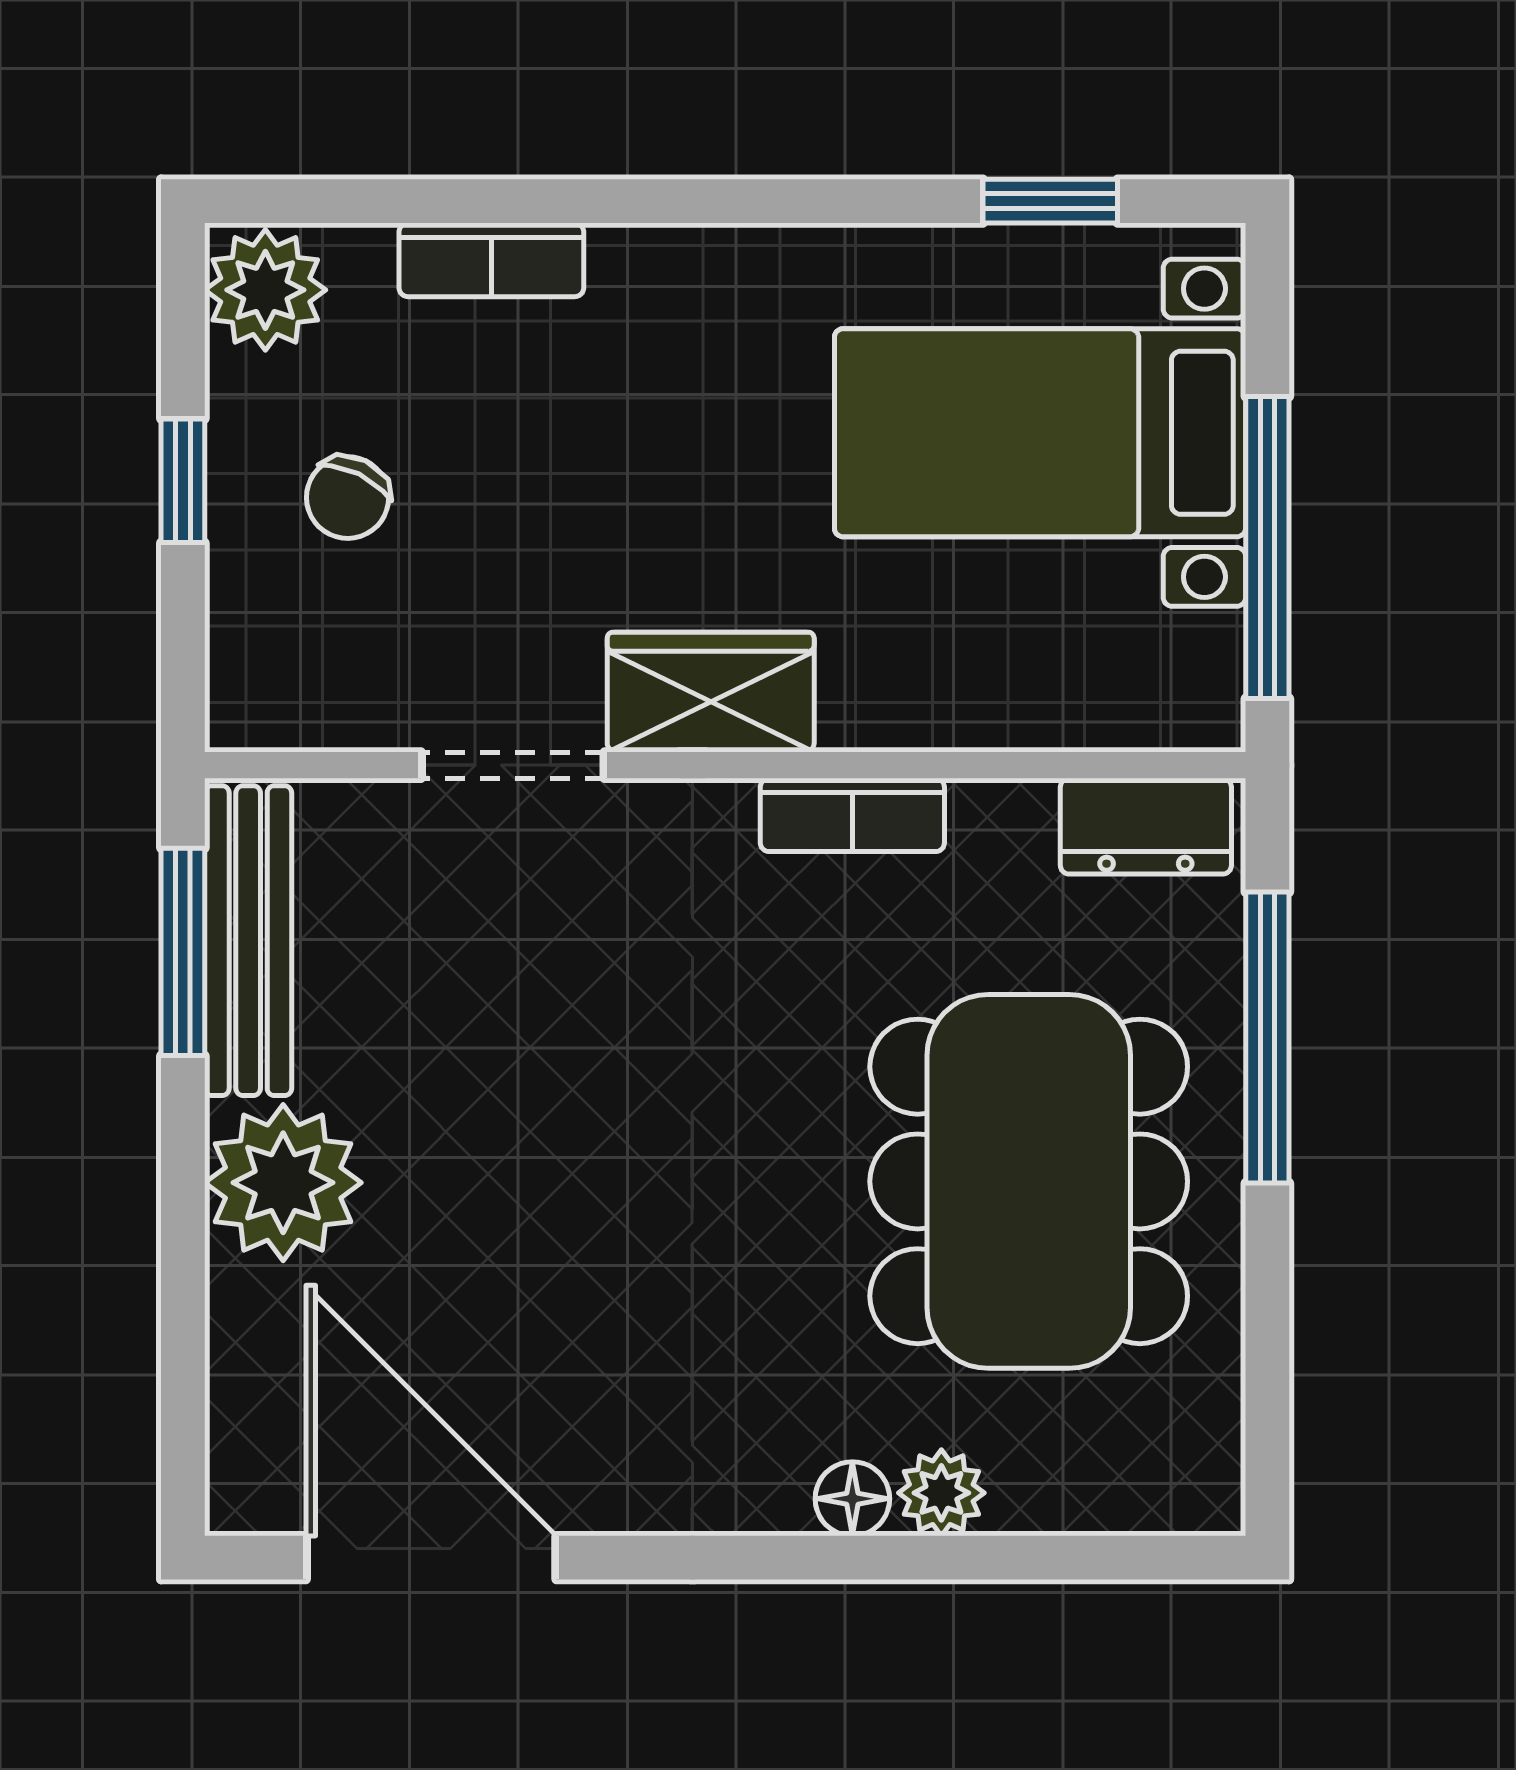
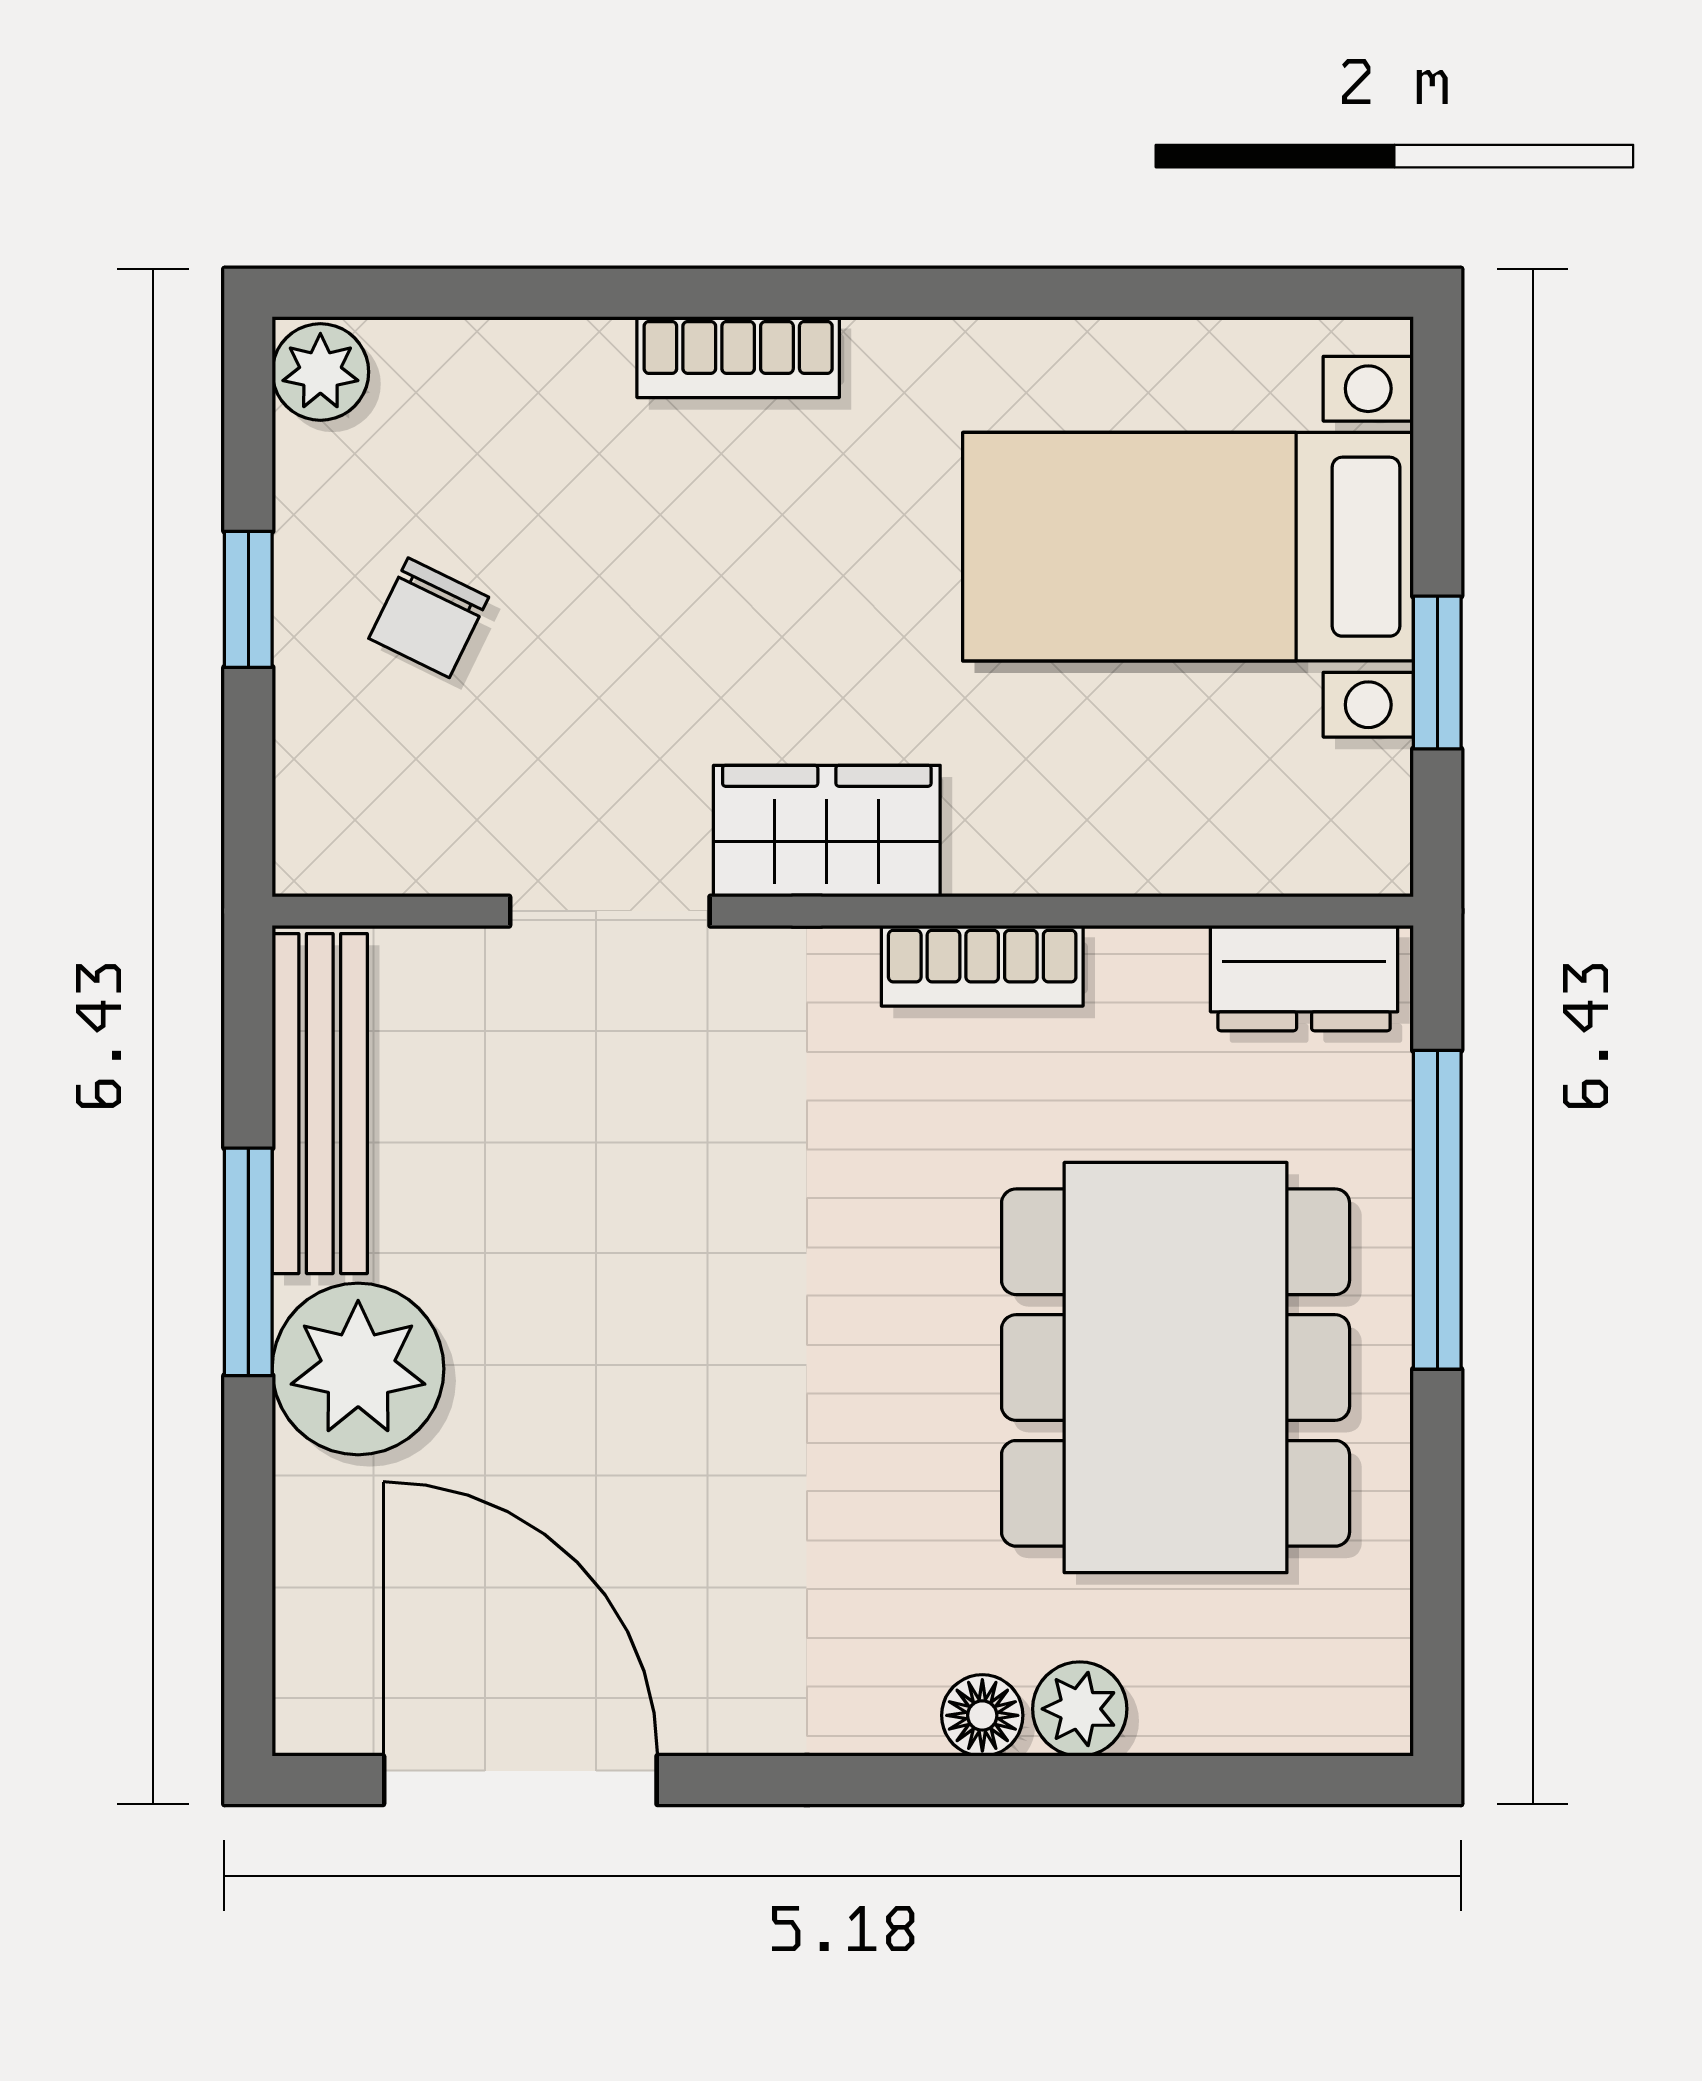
window: (1050, 201) -> (1199, 293), removed
bookcase: (491, 260) -> (738, 357), moved
plant: (265, 290) -> (320, 372), width x0.73, depth x0.73
window: (1267, 548) -> (1437, 673), width x0.46
window: (183, 952) -> (248, 1262), moved

